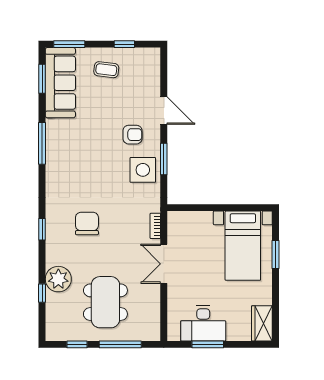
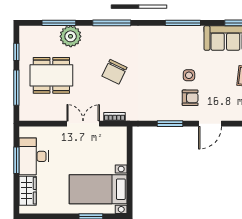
armchair: (133, 135) -> (190, 98), turned -90
side table: (143, 170) -> (189, 75), moved, width x0.54, depth x0.54
chair: (87, 224) -> (114, 72), moved, turned 116
window: (42, 229) -> (112, 23), width x2.17
window: (42, 293) -> (59, 23), width x2.17
wardrobe: (262, 323) -> (28, 191), moved, turned 90

